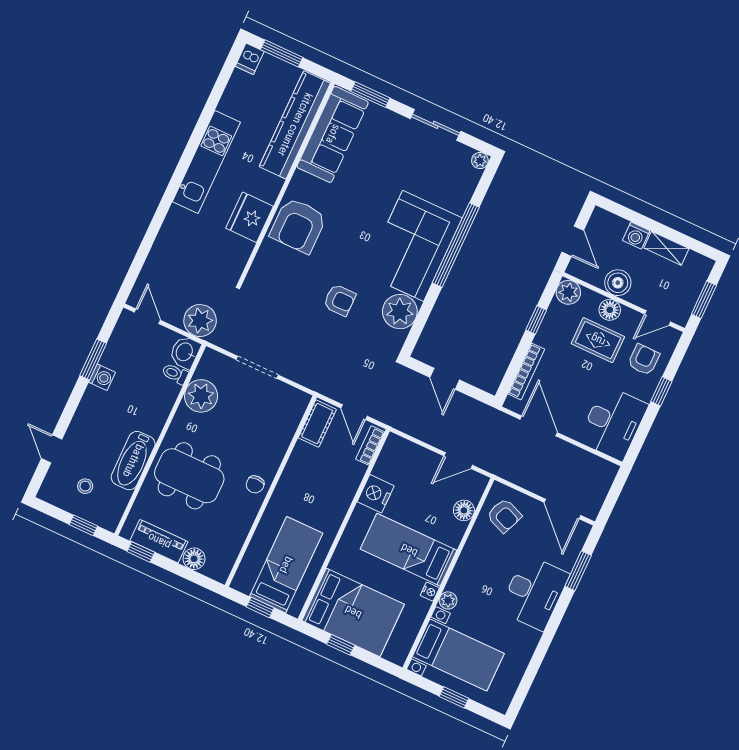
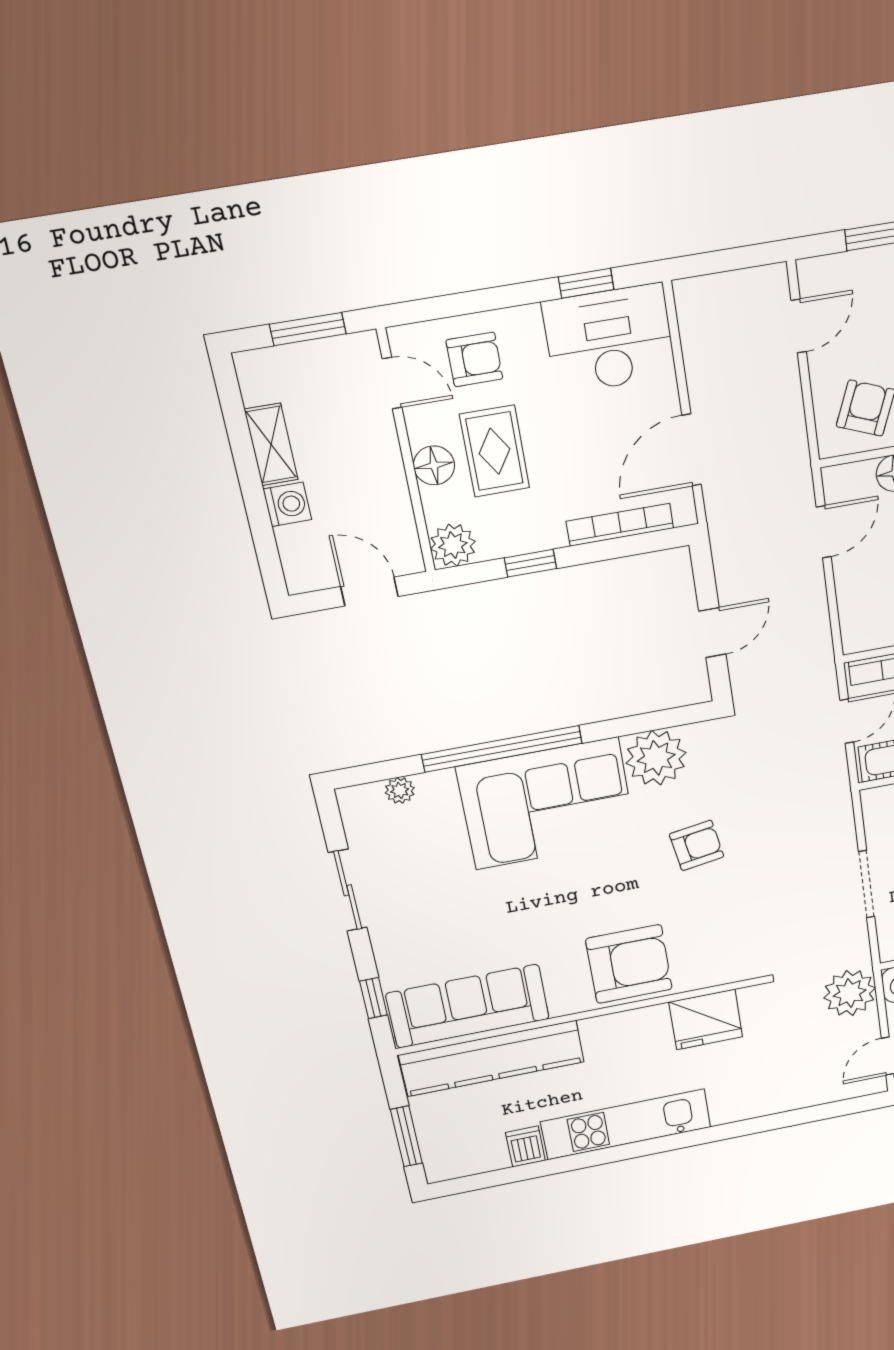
dishwasher: (250, 59) -> (525, 1146), moved, turned -90
window: (370, 95) -> (373, 998), width x0.67
plant: (480, 161) -> (400, 790), moved
fridge: (250, 217) -> (706, 1019), moved
door: (573, 241) -> (370, 592), hinge flipped
boiler: (618, 283) -> (382, 482), removed
armchair: (340, 300) -> (697, 845), turned 81
armchair: (644, 360) -> (474, 359), turned 180
window: (661, 391) -> (586, 283), moved
door: (458, 461) -> (824, 532), hinge flipped
door: (562, 509) -> (799, 326), width x0.73

